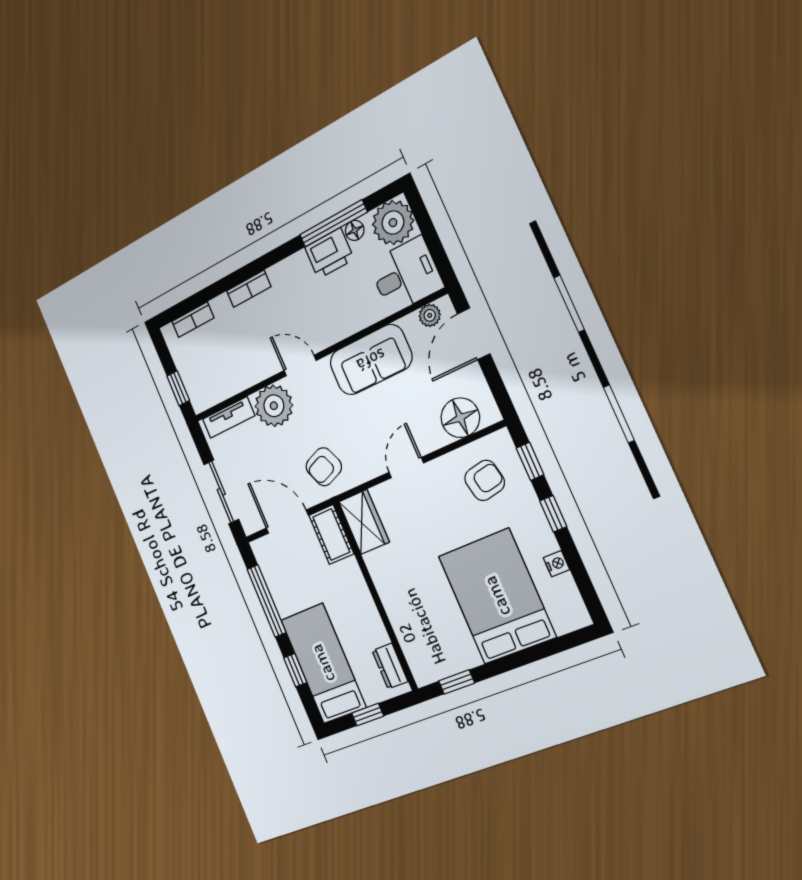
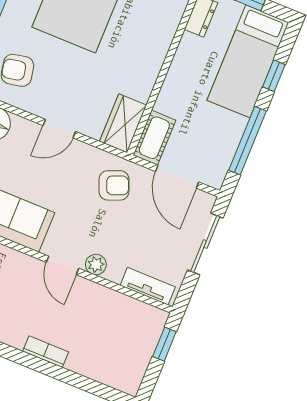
bookcase: (193, 320) -> (106, 376), removed
plant: (274, 406) -> (96, 265), width x0.53, depth x0.53

